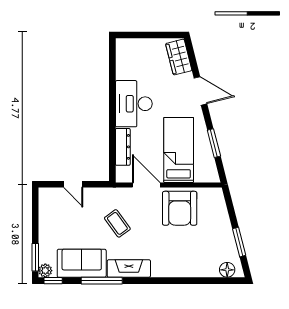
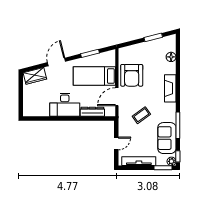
armchair: (180, 208) -> (132, 75), turned 90
tv unit: (46, 219) -> (139, 161), added
fireplace: (129, 268) -> (170, 88), moved
floor lamp: (227, 270) -> (171, 57), moved

